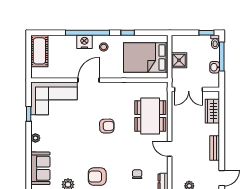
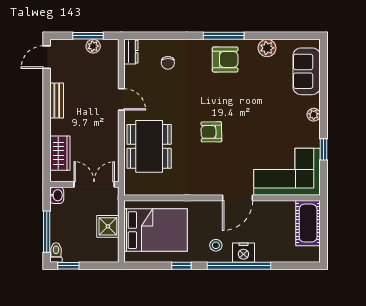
cot: (39, 51) -> (308, 223), moved
washbasin: (215, 67) -> (57, 195), moved

